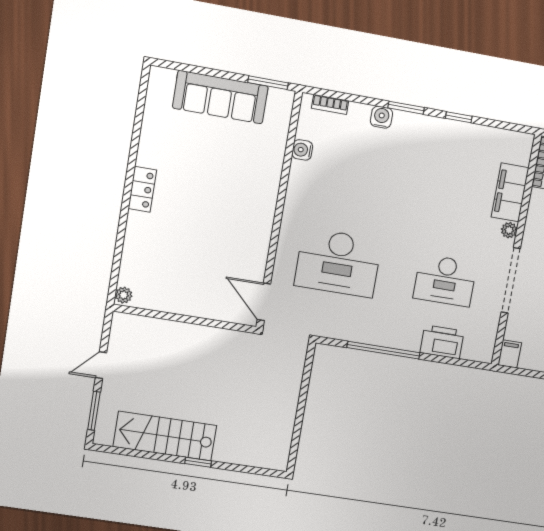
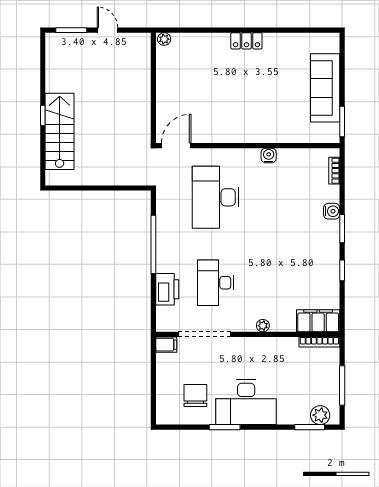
water cooler: (302, 150) -> (269, 156), moved
filing cabinet: (510, 192) -> (318, 321), moved
doorway: (511, 280) -> (205, 334), moved
stairs: (165, 436) -> (60, 131), moved

